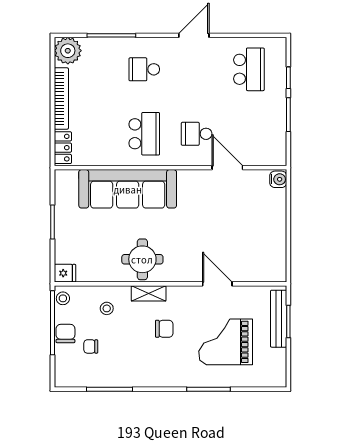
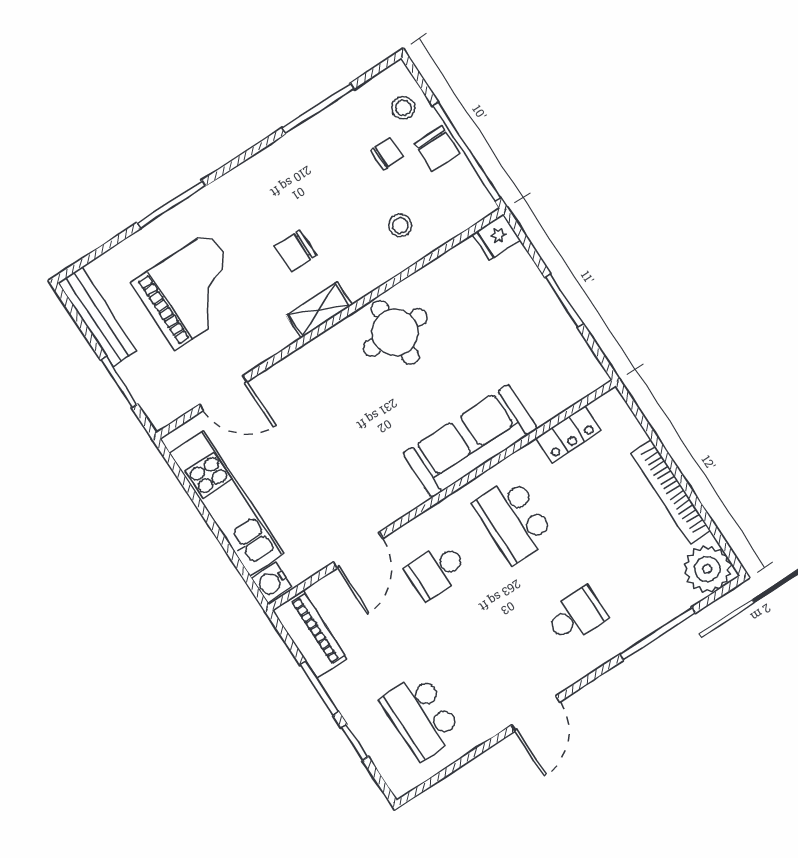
school desk: (197, 134) -> (436, 571), turned 180
piano: (276, 143) -> (310, 634), added
locker: (63, 148) -> (568, 435), moved, turned -90
door: (227, 168) -> (358, 550), hinge flipped
sofa: (128, 189) -> (470, 441), width x0.74, depth x0.79
kitchen unit: (275, 231) -> (227, 503), added
door: (217, 284) -> (223, 393), moved
shelving: (149, 293) -> (319, 310), moved
stool: (63, 298) -> (403, 108), moved
bench: (279, 319) -> (97, 317), moved

